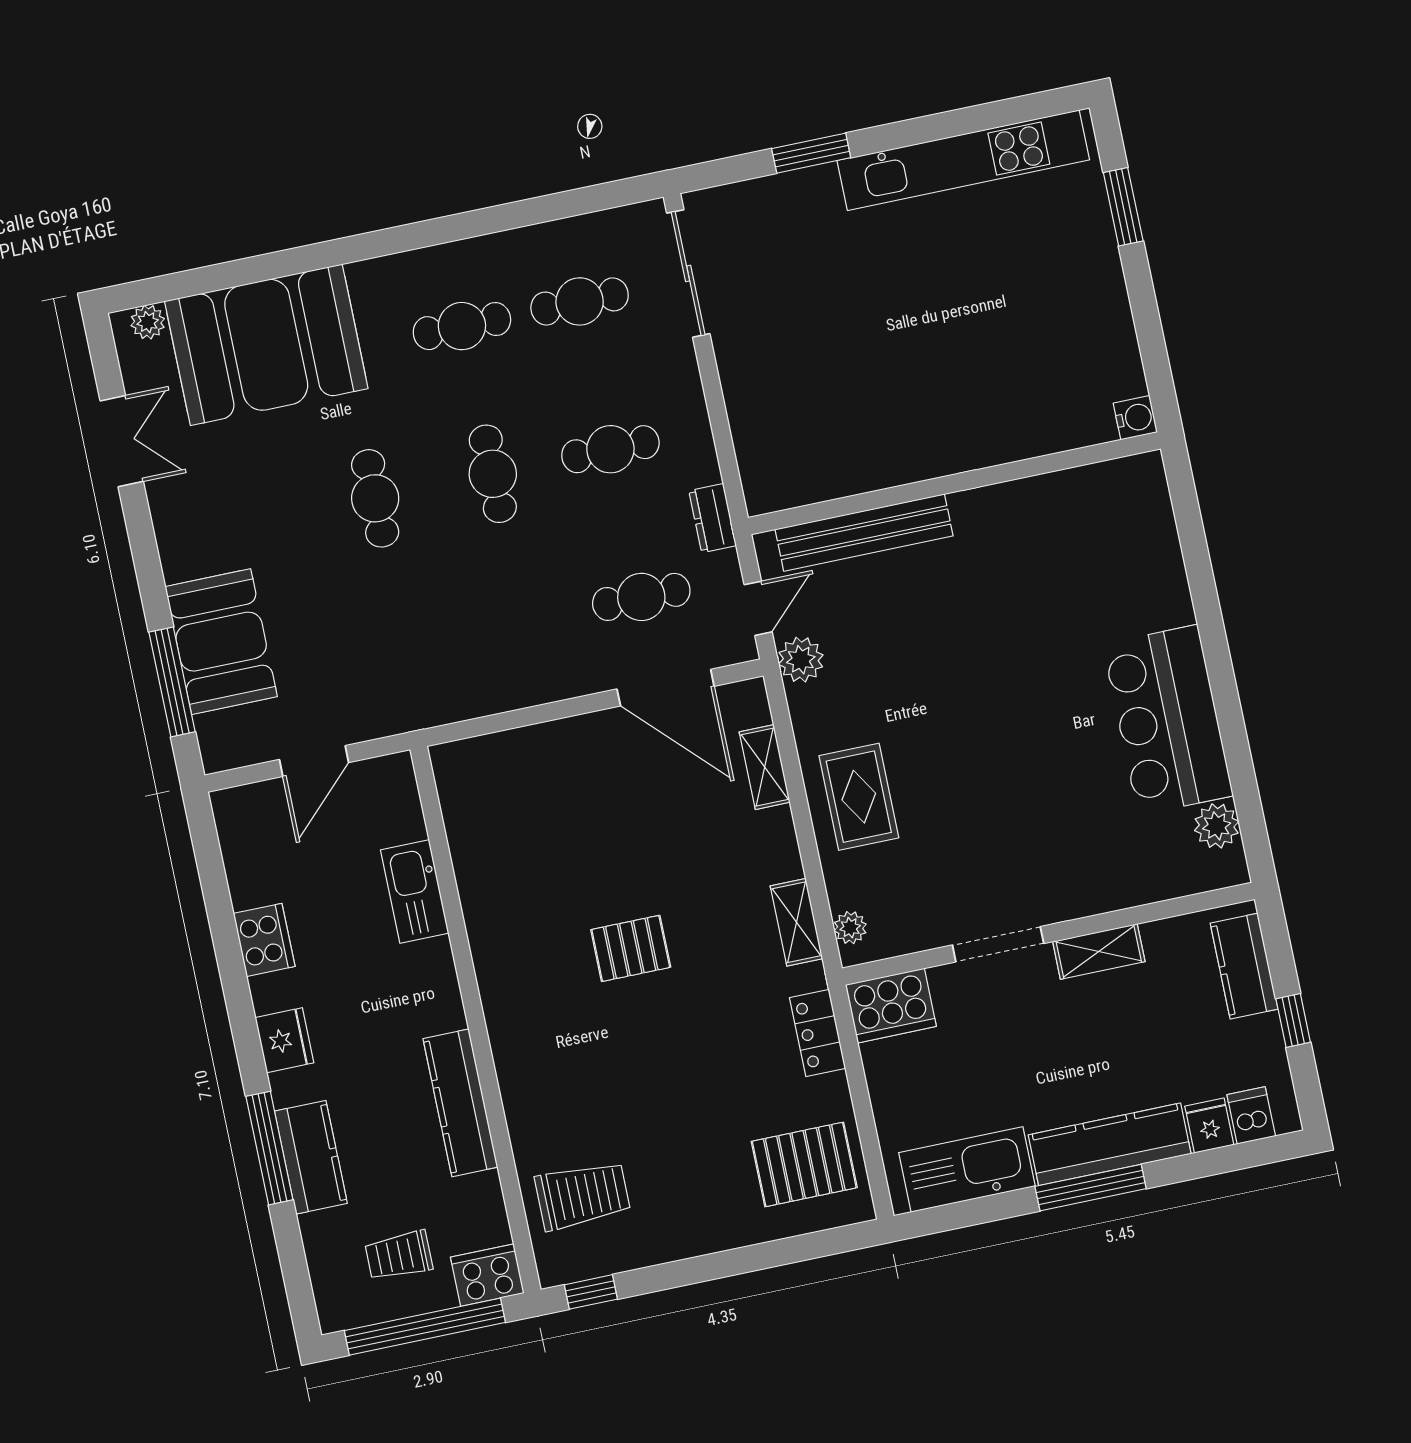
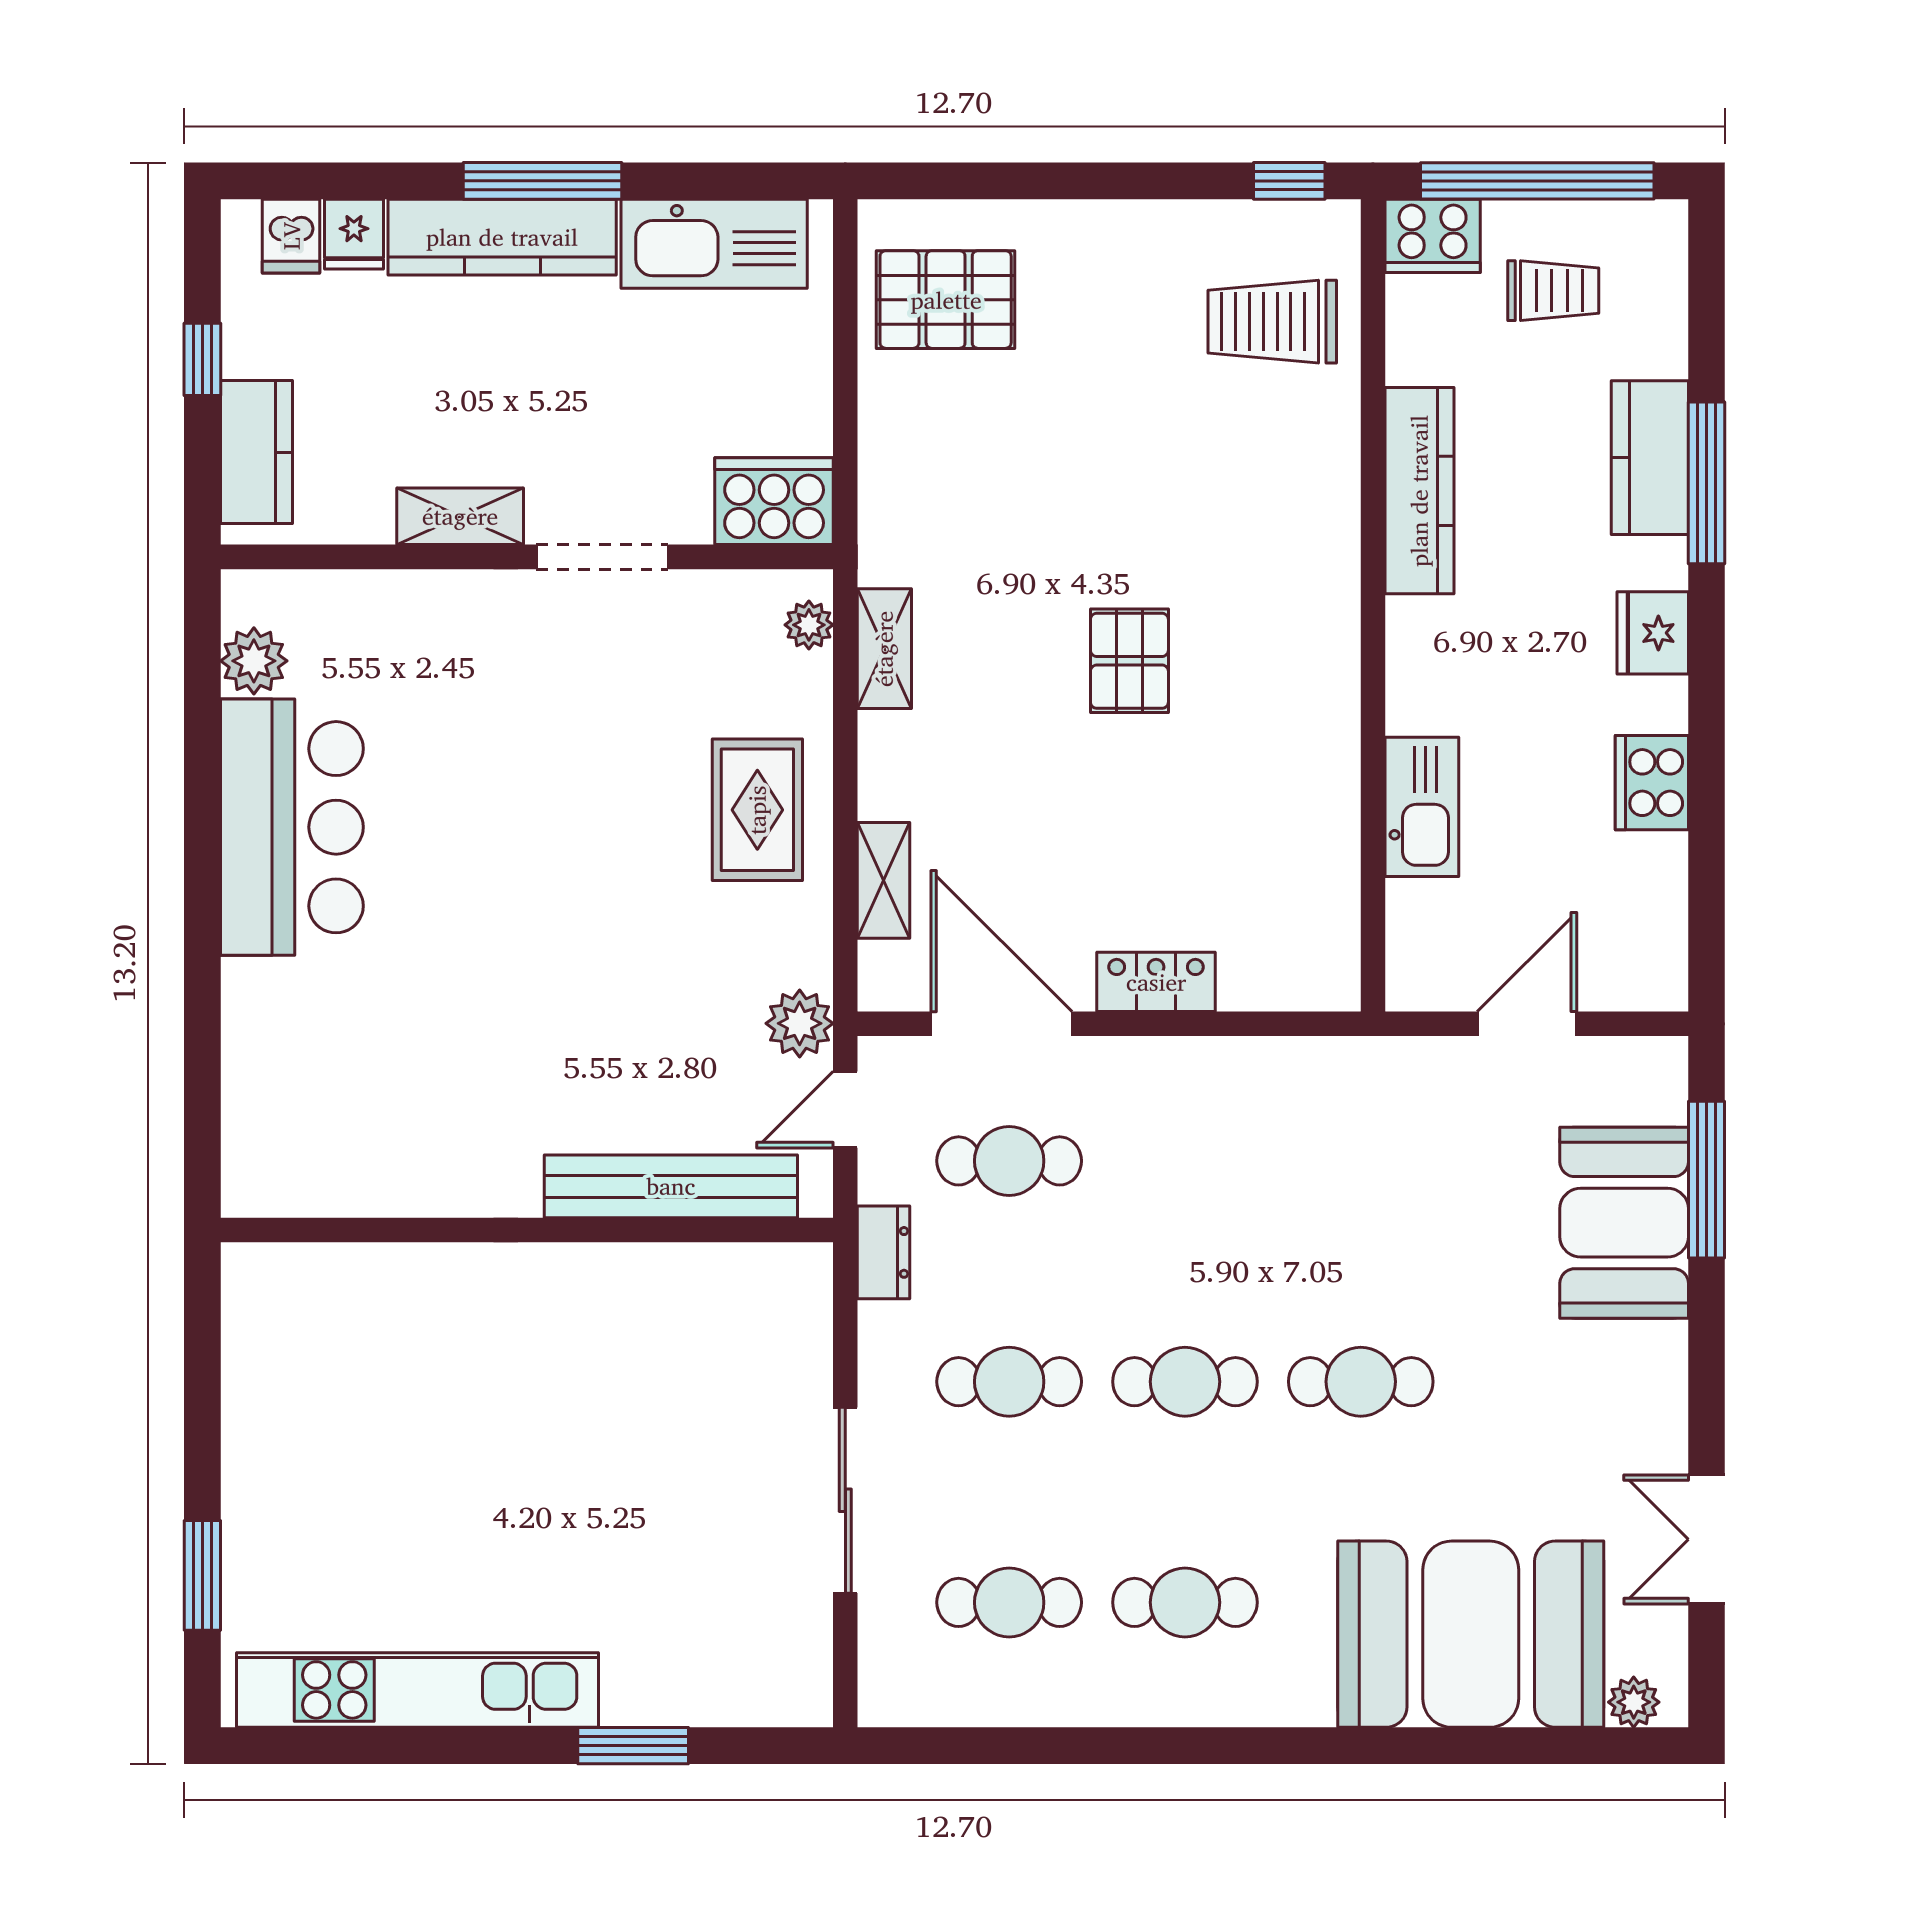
sliding door: (688, 273) -> (845, 1500), moved
water cooler: (1135, 418) -> (248, 1270), removed
cafe table: (493, 474) -> (1185, 1382), turned 90
cafe table: (375, 498) -> (1361, 1382), turned 90
pallet: (631, 948) -> (1129, 661), turned 90
locker: (818, 1033) -> (1156, 982), moved, turned -90

